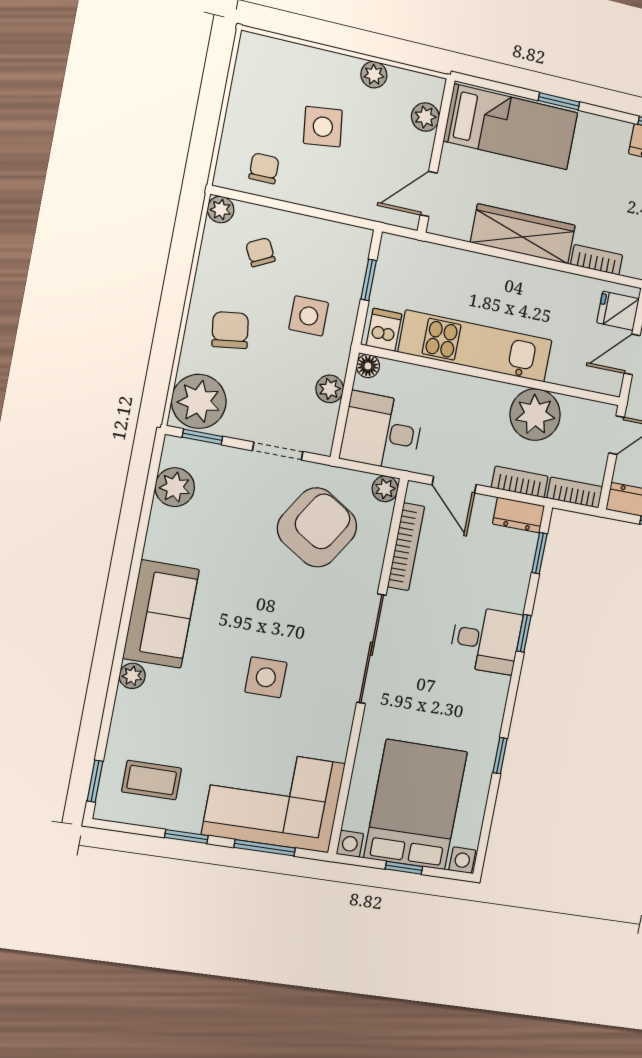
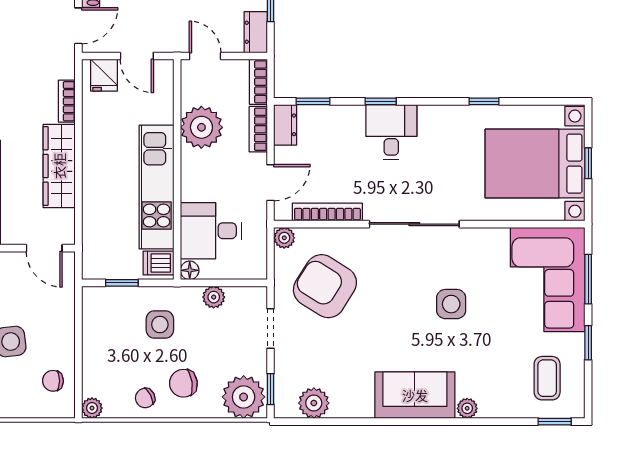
chair: (260, 252) -> (145, 398), moved
desk: (382, 431) -> (211, 231), moved, turned 90

